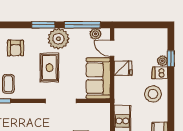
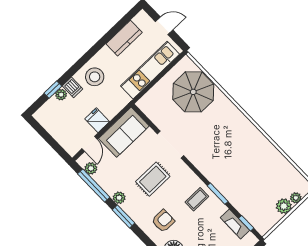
plant: (58, 39) -> (119, 198), width x0.53, depth x0.53

